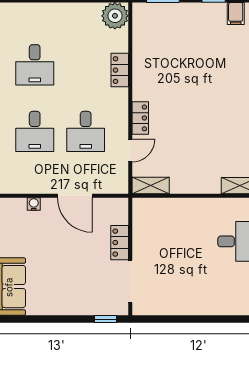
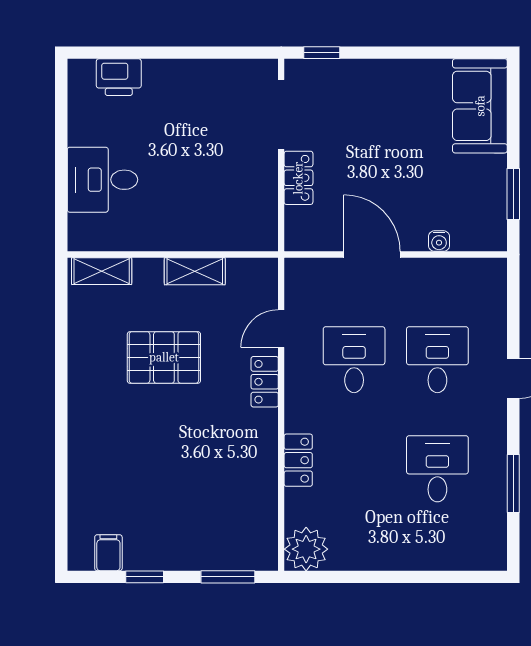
pallet: (202, 133) -> (164, 357), added
shelving: (151, 186) -> (195, 271), moved
printer: (229, 304) -> (119, 77), added

